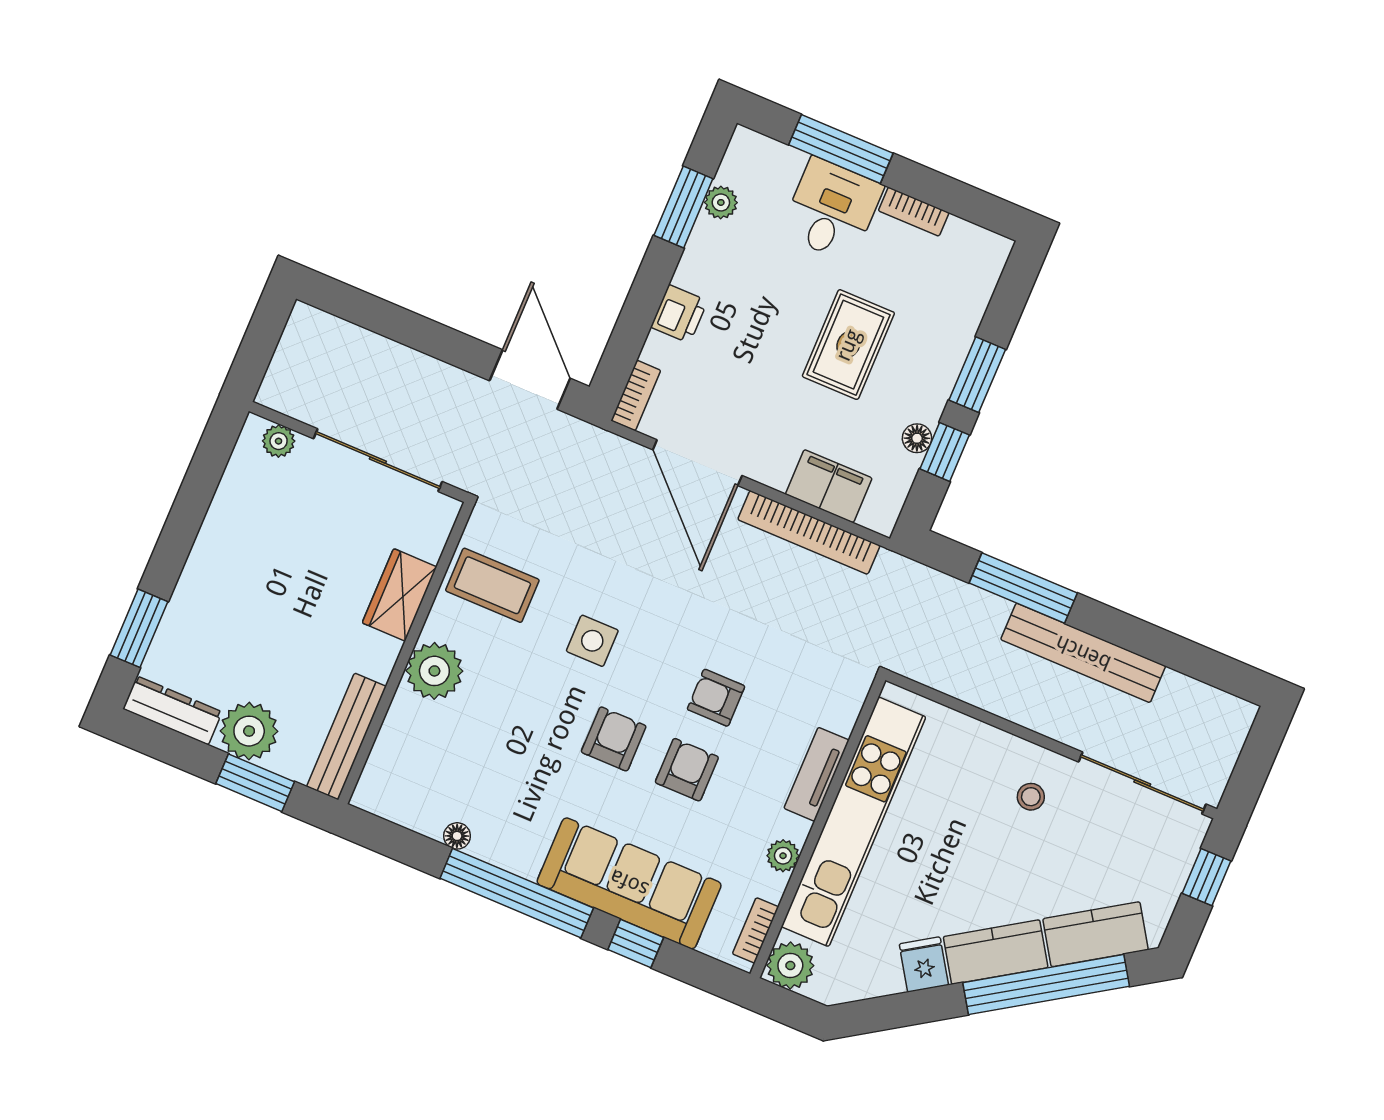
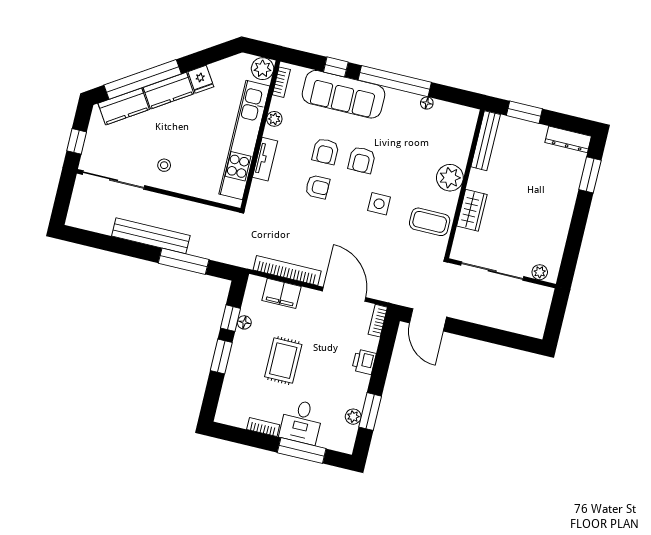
plant: (249, 731) -> (531, 136), removed

